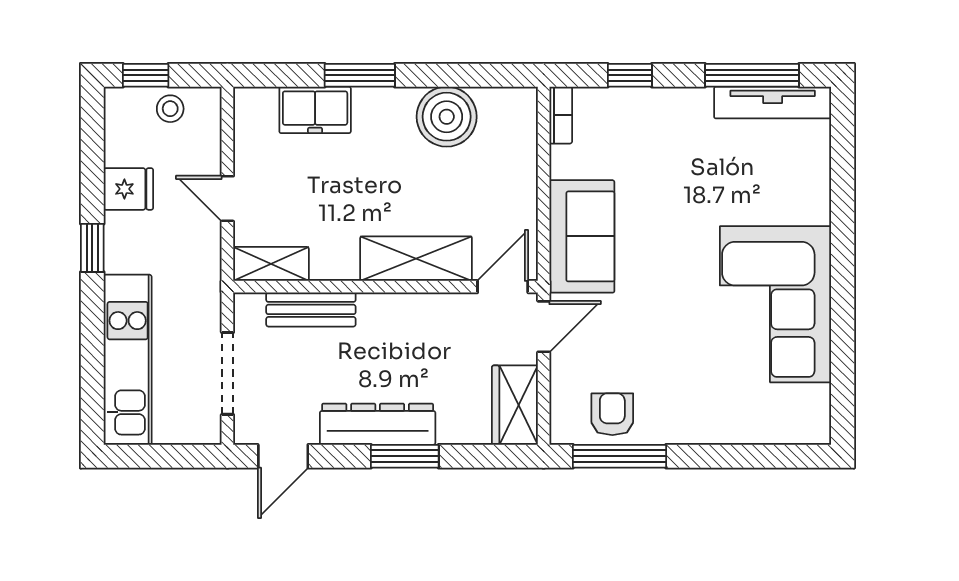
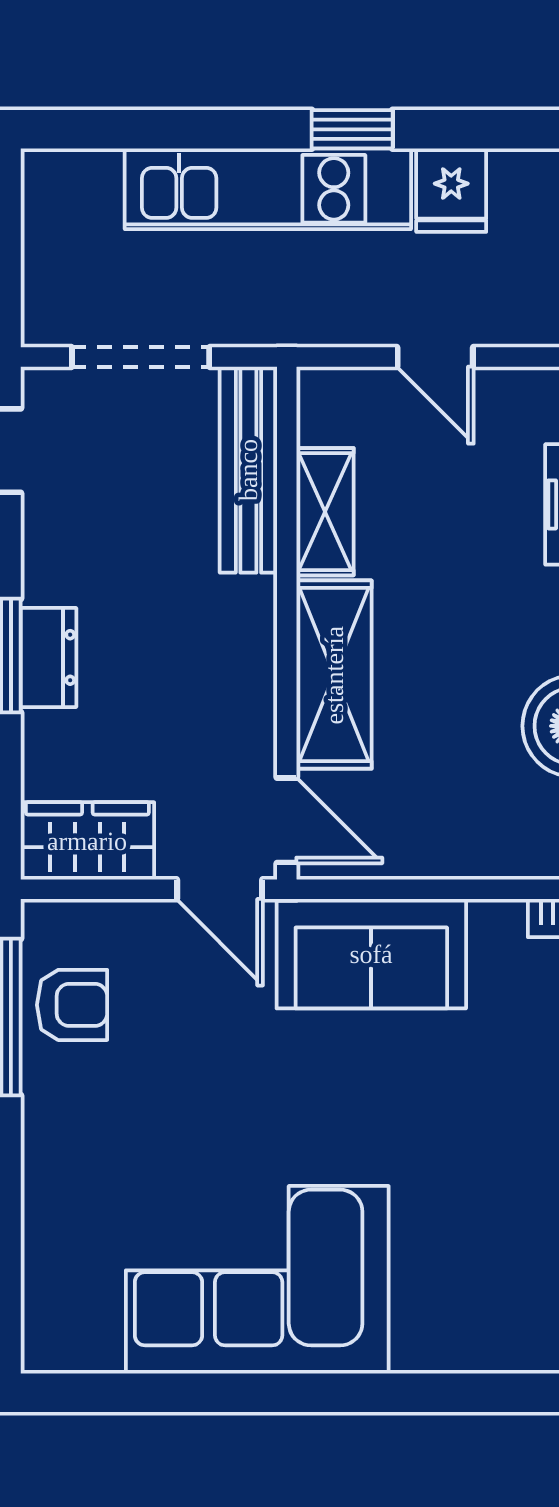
door: (227, 199) -> (435, 357), swing flipped
shelving: (271, 264) -> (325, 512), moved
bench: (311, 309) -> (248, 470), width x1.36
kitchen unit: (128, 360) -> (268, 189), moved
dresser: (378, 424) -> (48, 657), width x0.51, depth x0.80

